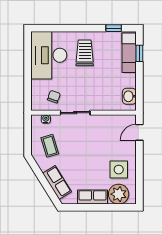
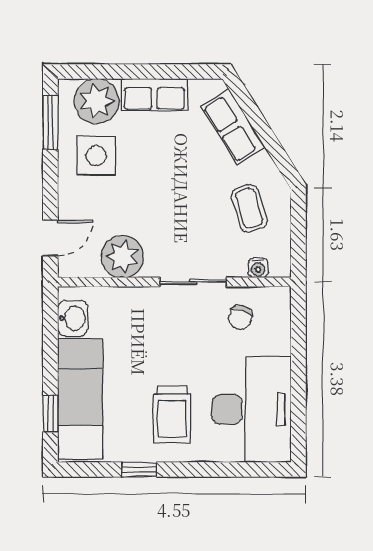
window: (114, 28) -> (139, 469), moved
exam couch: (129, 53) -> (80, 399), width x1.36, depth x1.45
plant: (107, 124) -> (123, 257), added
window: (139, 184) -> (50, 123), added

